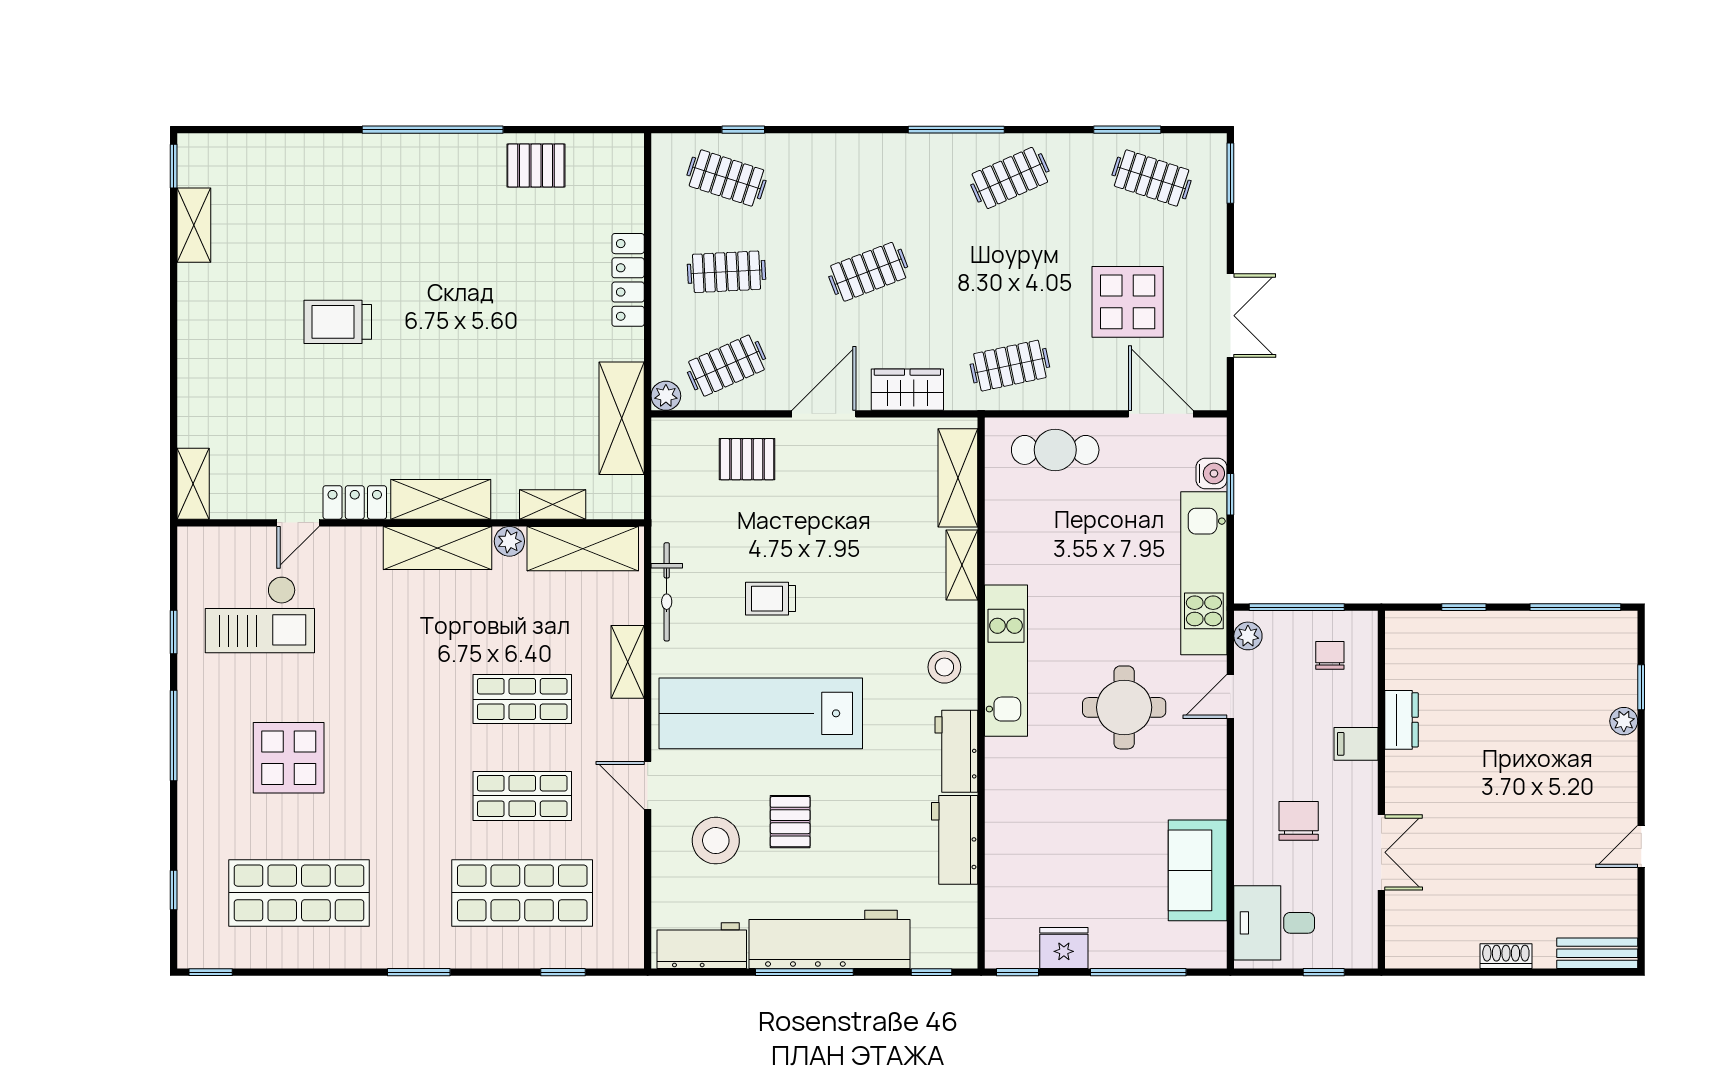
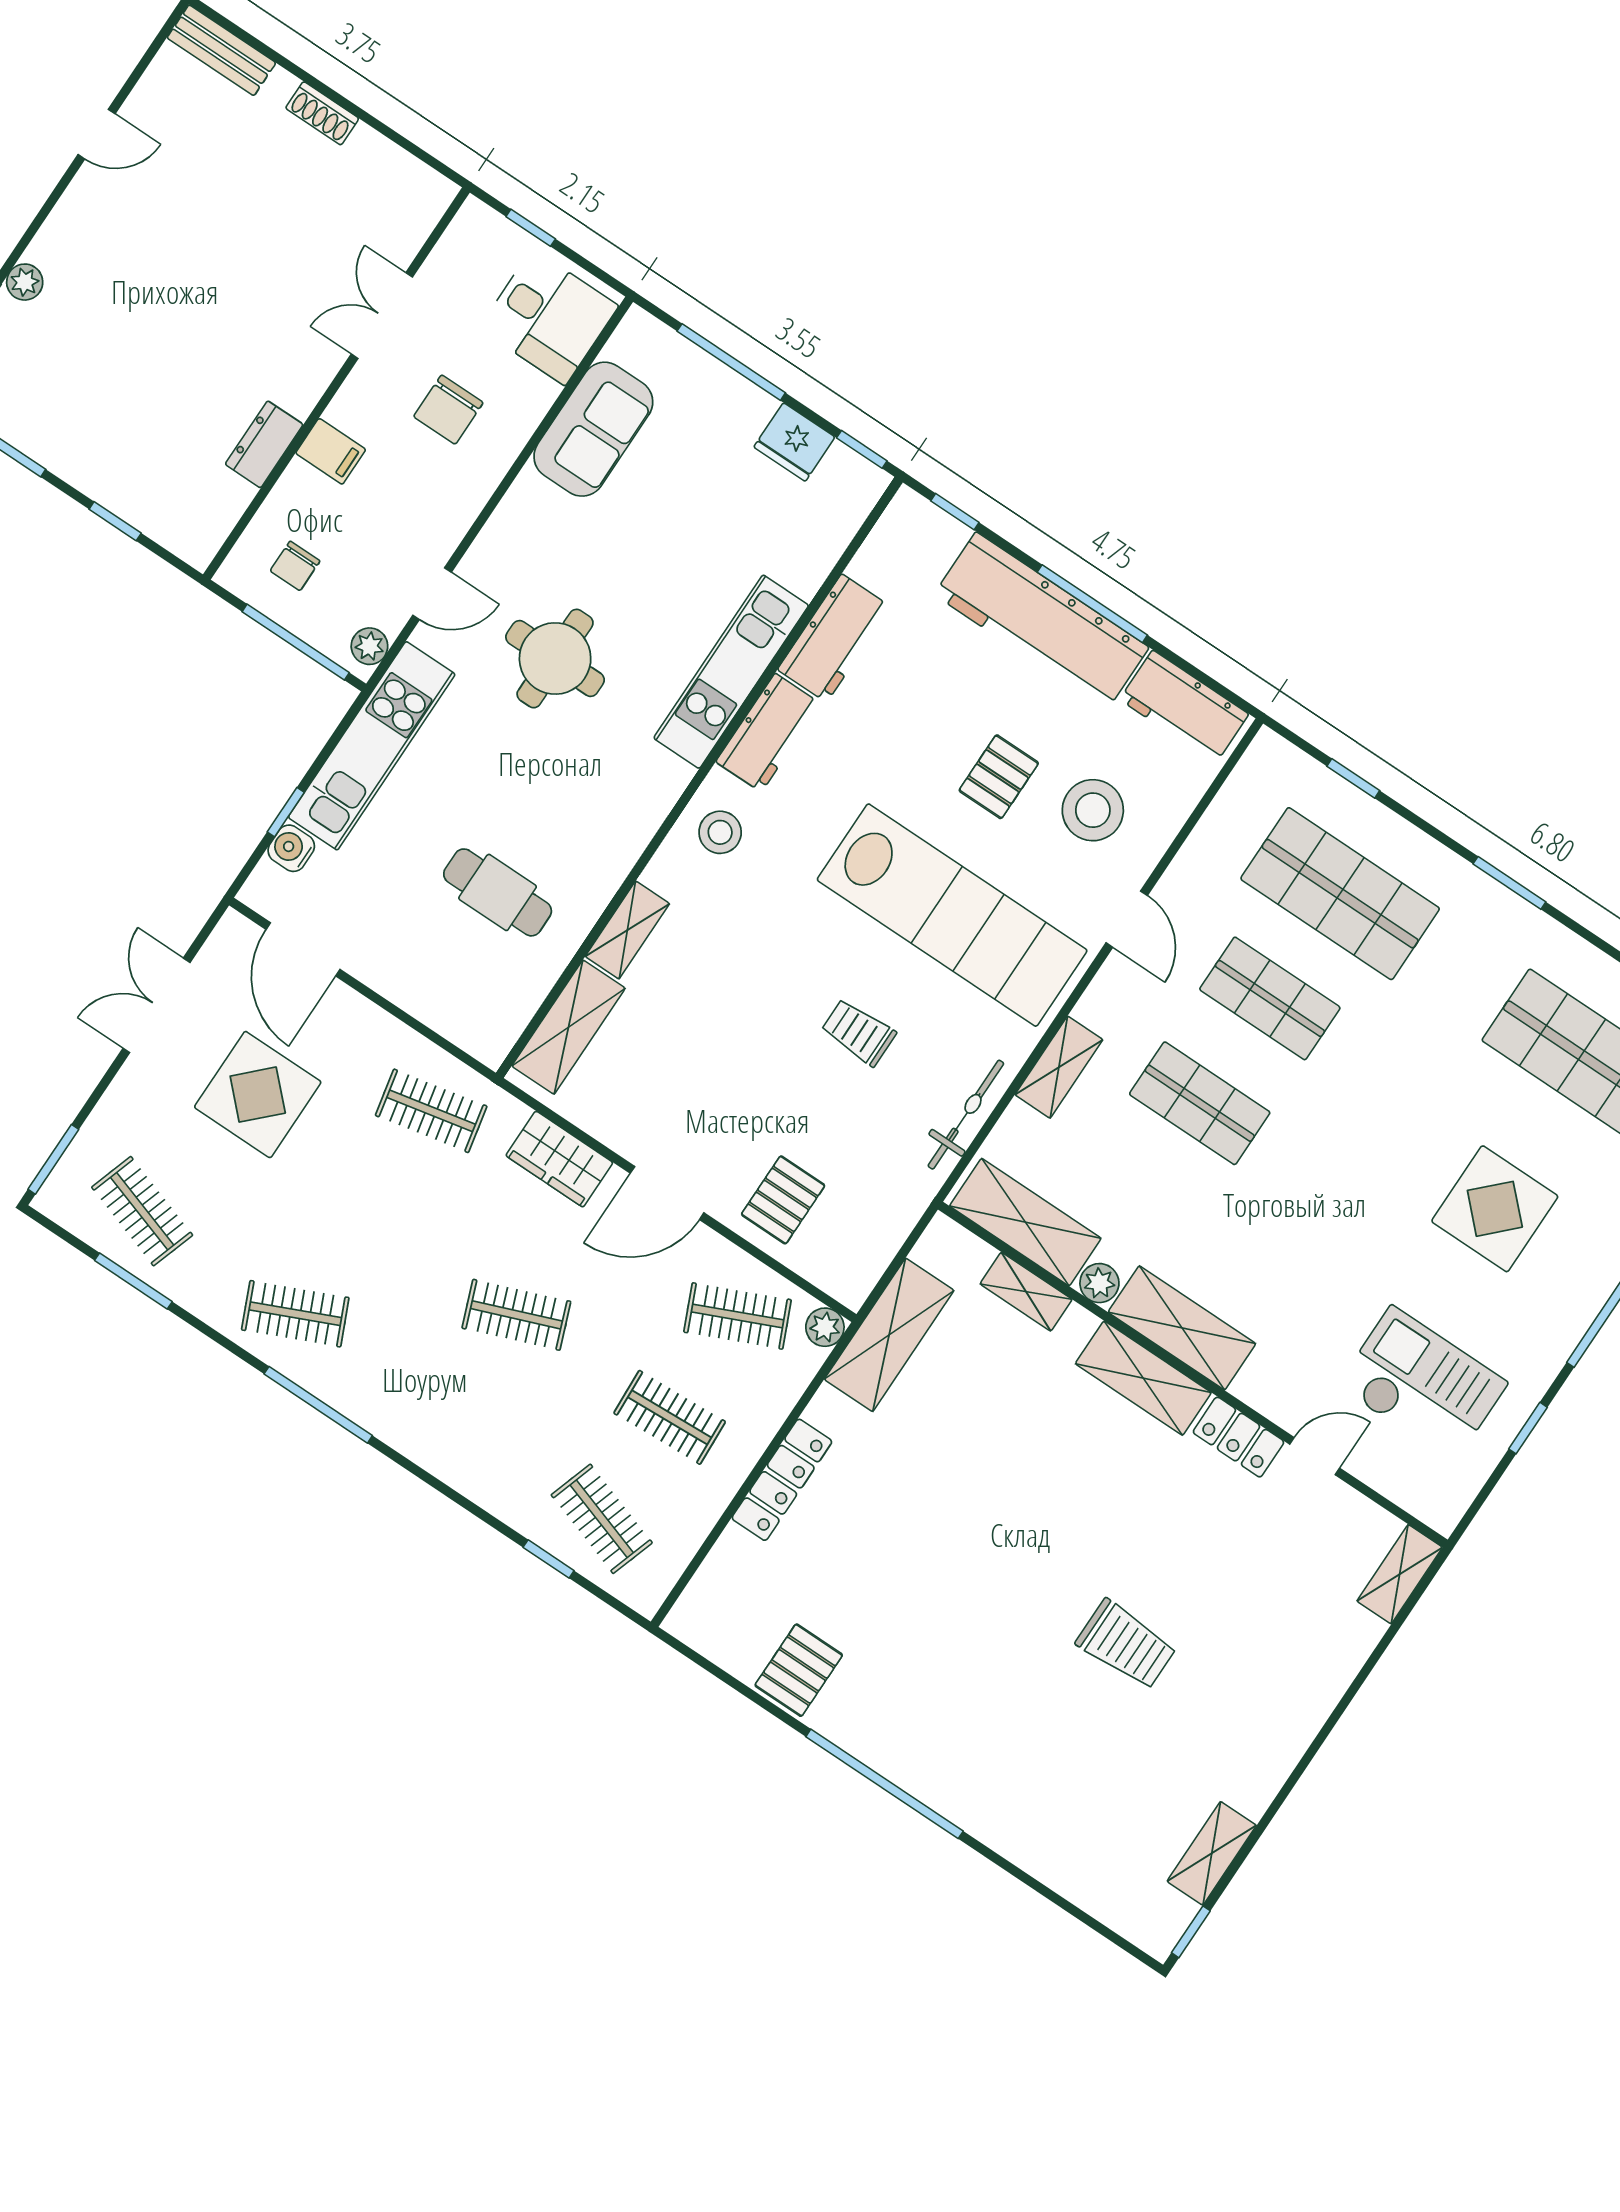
pallet: (536, 166) -> (799, 1670), turned 90
cafe table: (1055, 450) -> (498, 892), moved
pallet: (747, 459) -> (783, 1200), turned 90
trolley: (771, 599) -> (859, 1032), turned 180
kitchen unit: (1006, 661) -> (731, 672), moved

